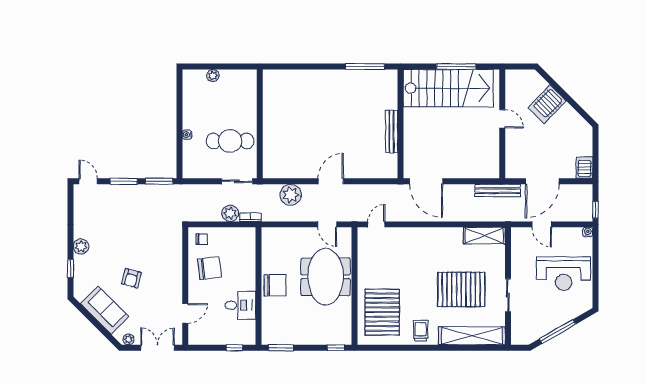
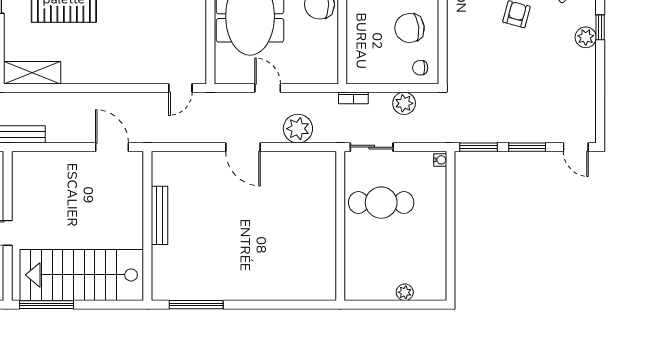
window: (456, 67) -> (46, 305), moved
water cooler: (187, 135) -> (440, 160), moved
door: (331, 181) -> (243, 147), hinge flipped
door: (426, 181) -> (112, 147), width x0.73
plant: (230, 213) -> (404, 103), moved
door: (327, 224) -> (268, 88), moved
plant: (81, 247) -> (586, 37), moved

